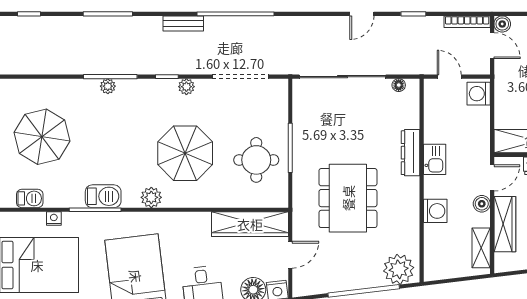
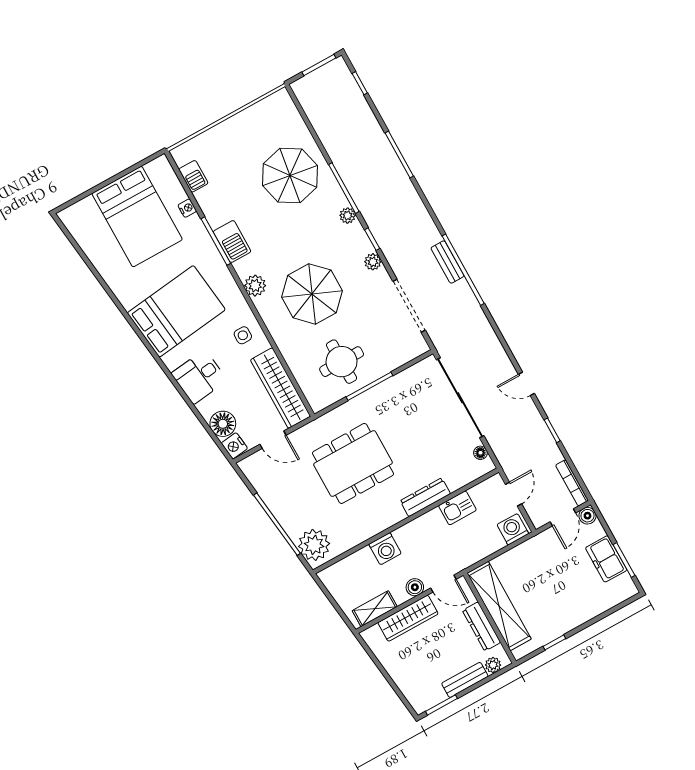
bench: (183, 23) -> (447, 262), moved
plant: (108, 86) -> (348, 216), moved
parasol: (42, 137) -> (290, 175), moved
kitchen sink: (435, 159) -> (457, 508), moved
side table: (188, 231) -> (243, 335), added

